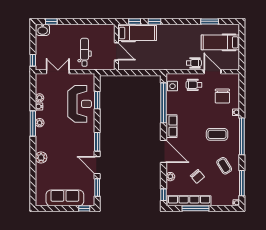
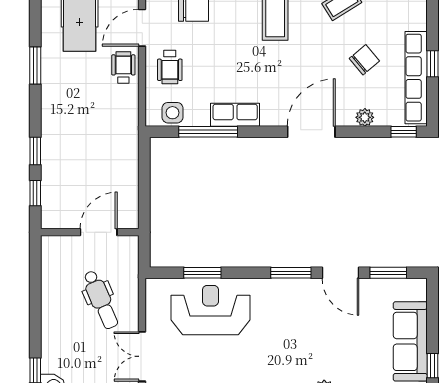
window: (210, 21) -> (35, 66), moved
hospital bed: (137, 33) -> (60, 188), removed
dental chair: (85, 52) -> (101, 300), turned -113
window: (164, 103) -> (208, 132), width x0.68
row of seats: (172, 126) -> (235, 115), moved
door: (97, 165) -> (341, 273), hinge flipped
window: (84, 208) -> (433, 366), moved
window: (196, 208) -> (433, 64), width x0.46

